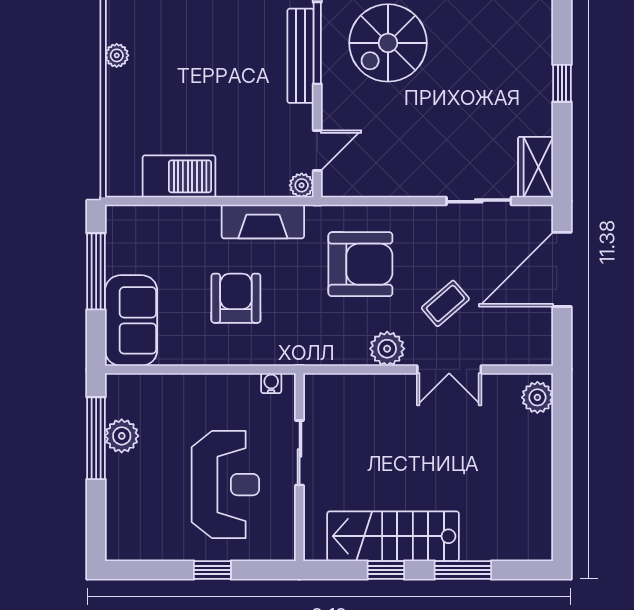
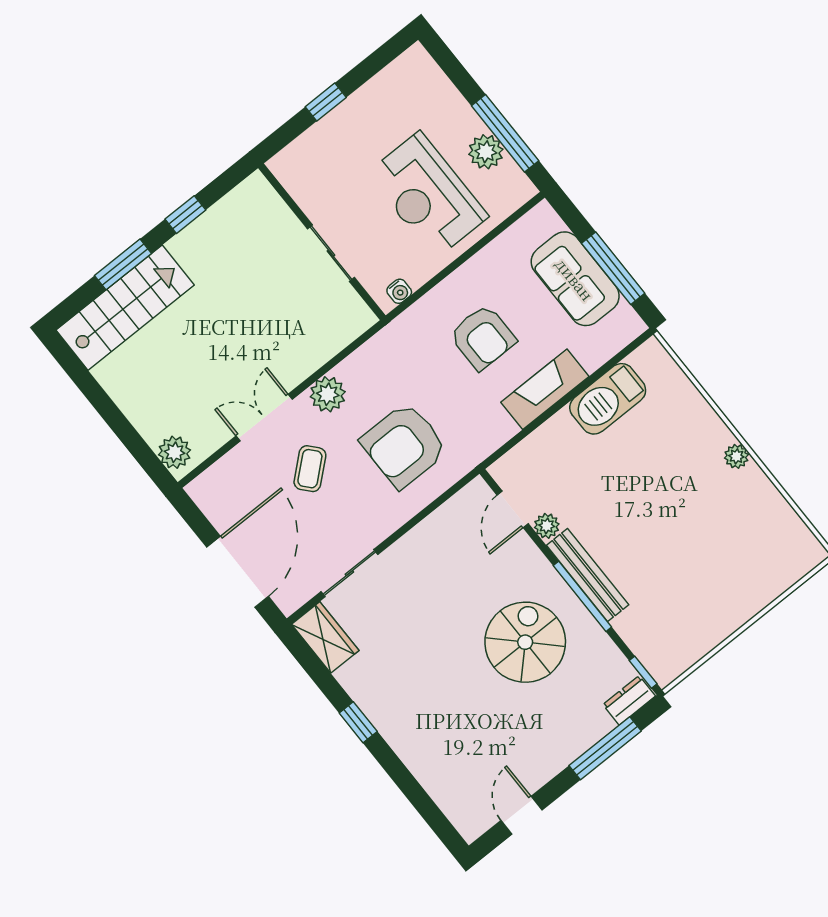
plant: (302, 185) -> (547, 526), moved
fireplace: (263, 221) -> (545, 389), moved
sofa: (131, 320) -> (575, 279), moved
reception desk: (225, 485) -> (427, 195), moved
stairs: (393, 536) -> (125, 308), moved

